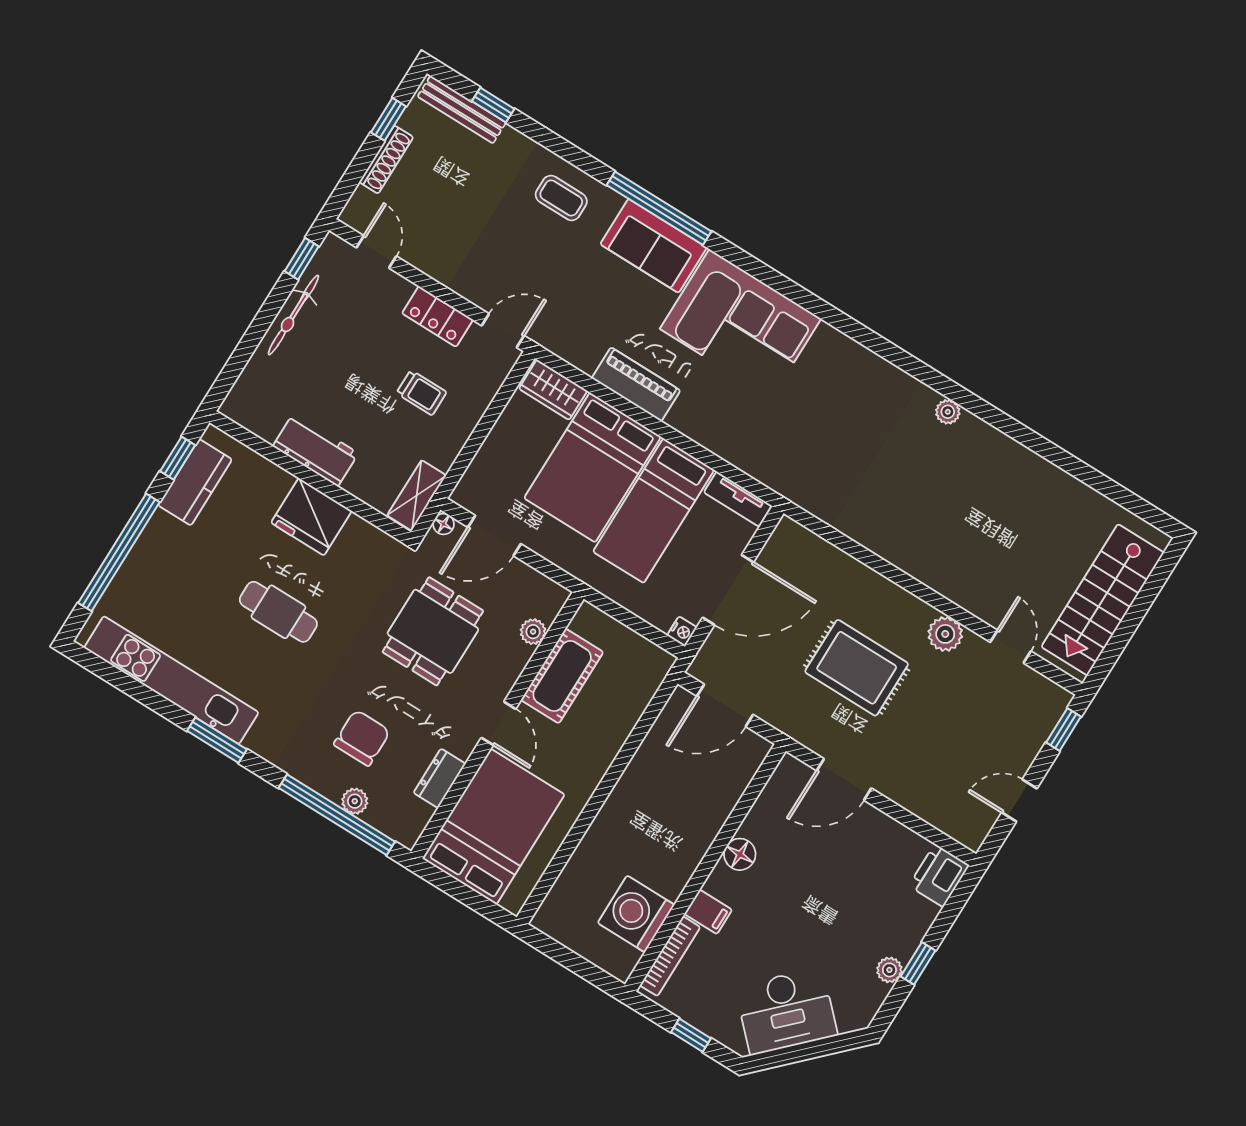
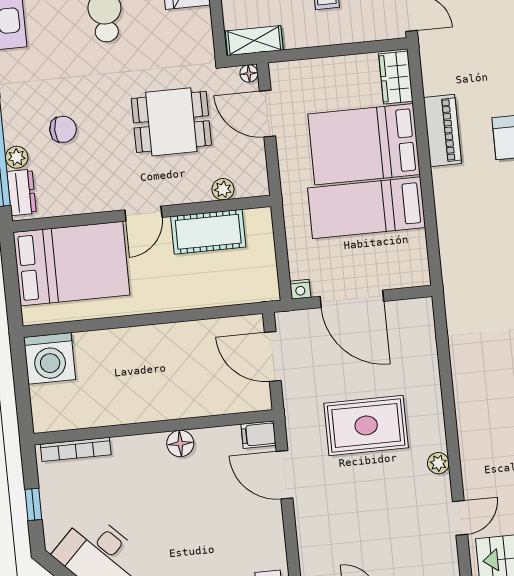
tv unit: (738, 499) -> (418, 258), removed
plant: (945, 634) -> (438, 463), width x0.73, depth x0.73
rug: (857, 668) -> (366, 425), turned 90
chair: (362, 738) -> (63, 129), width x0.73, depth x0.73
dresser: (440, 778) -> (22, 192), moved, turned 90
filing cabinet: (708, 912) -> (259, 435), moved, turned 90
washing machine: (636, 914) -> (50, 358), moved, turned 180

